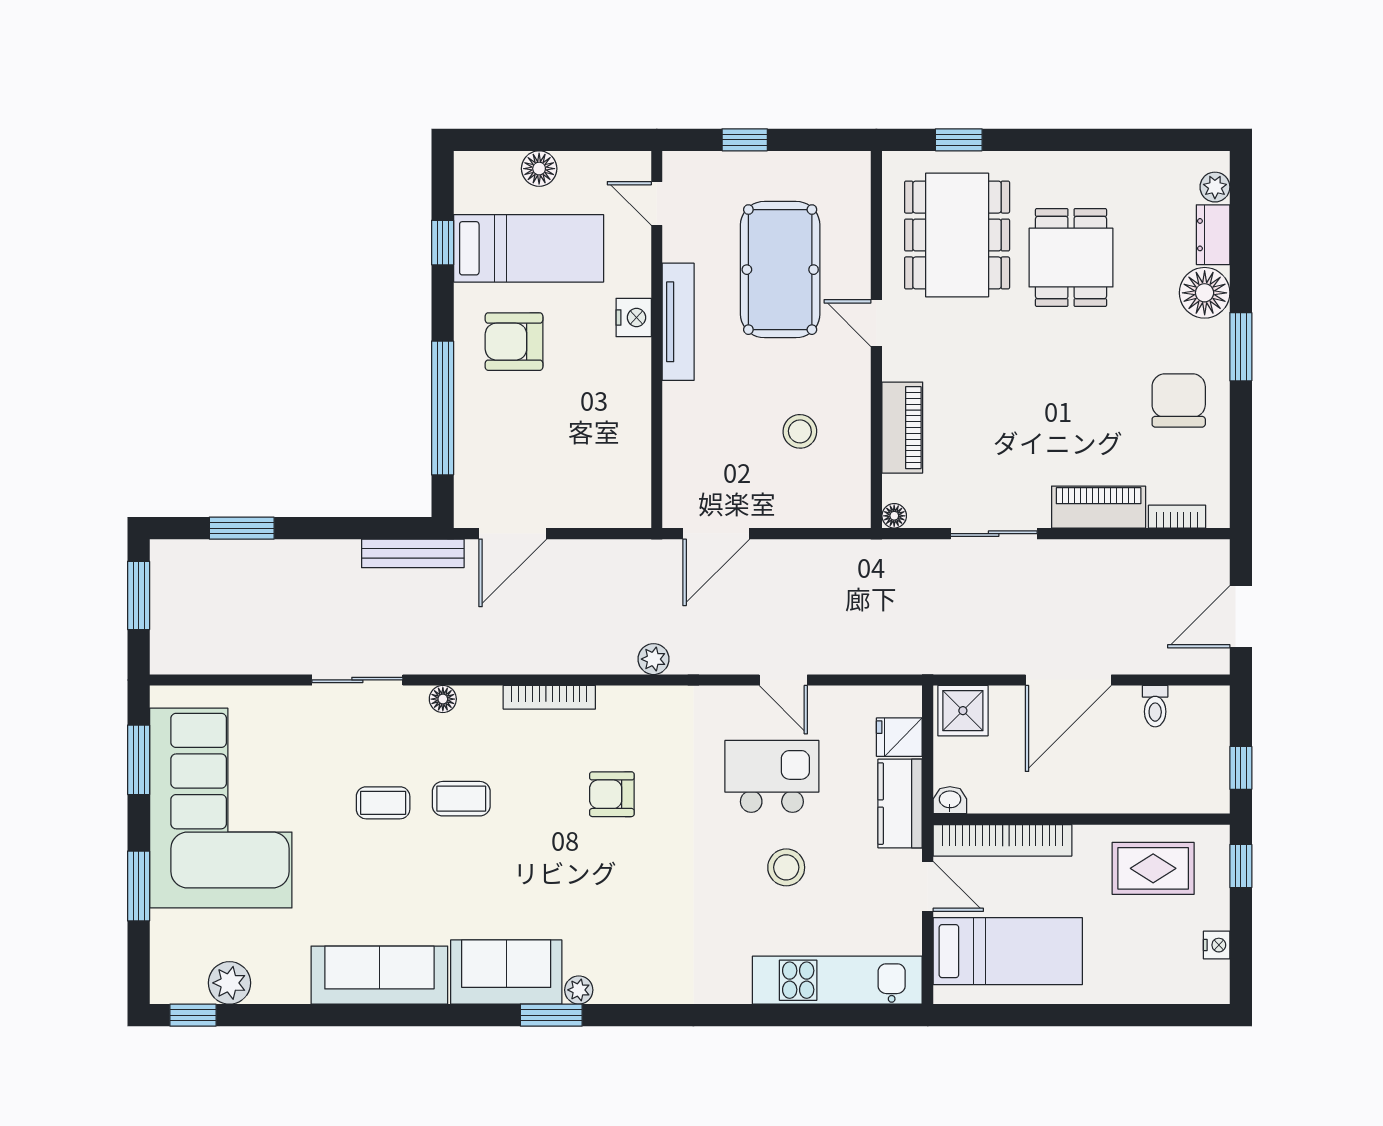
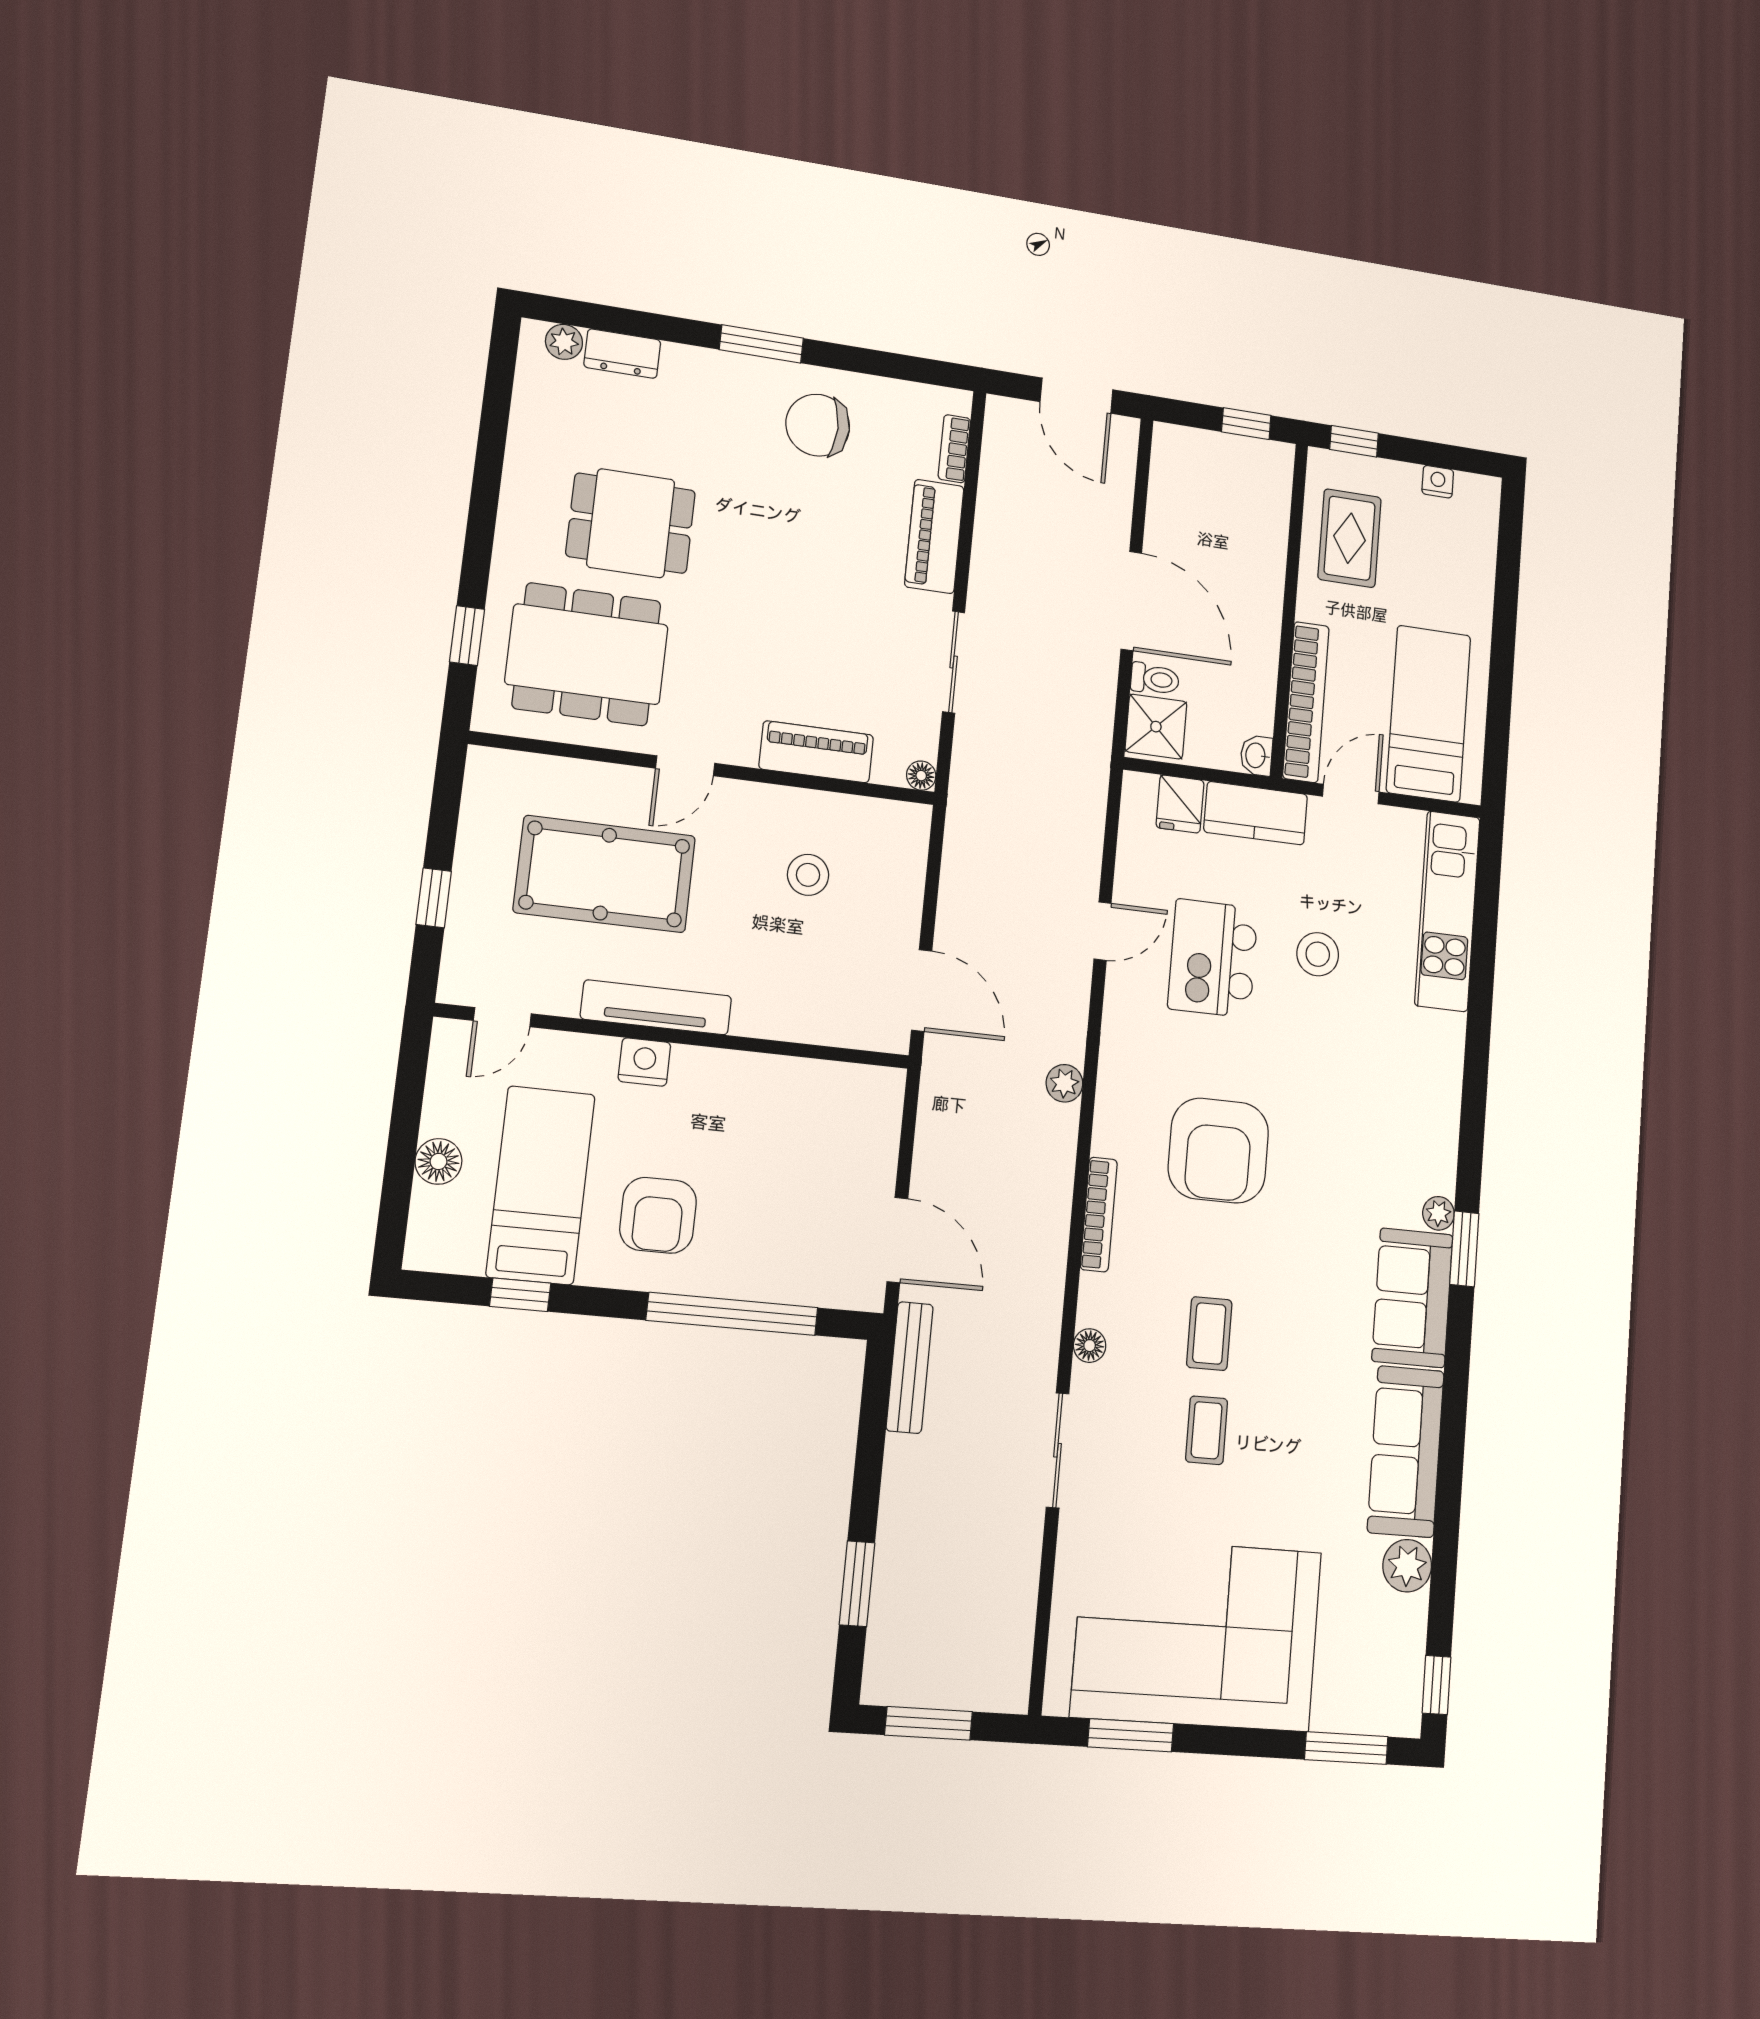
floor lamp: (1205, 293) -> (692, 375), removed
toilet: (1155, 706) -> (1155, 679), moved
armchair: (612, 794) -> (1218, 1151), width x1.88, depth x1.88
window: (139, 886) -> (1346, 1748), moved
plant: (229, 983) -> (1407, 1566), moved

